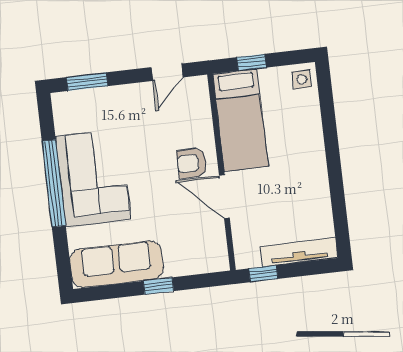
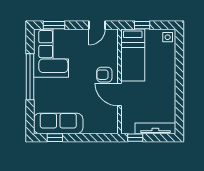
corner sofa: (93, 178) -> (51, 53), moved
window: (158, 286) -> (55, 138), moved

